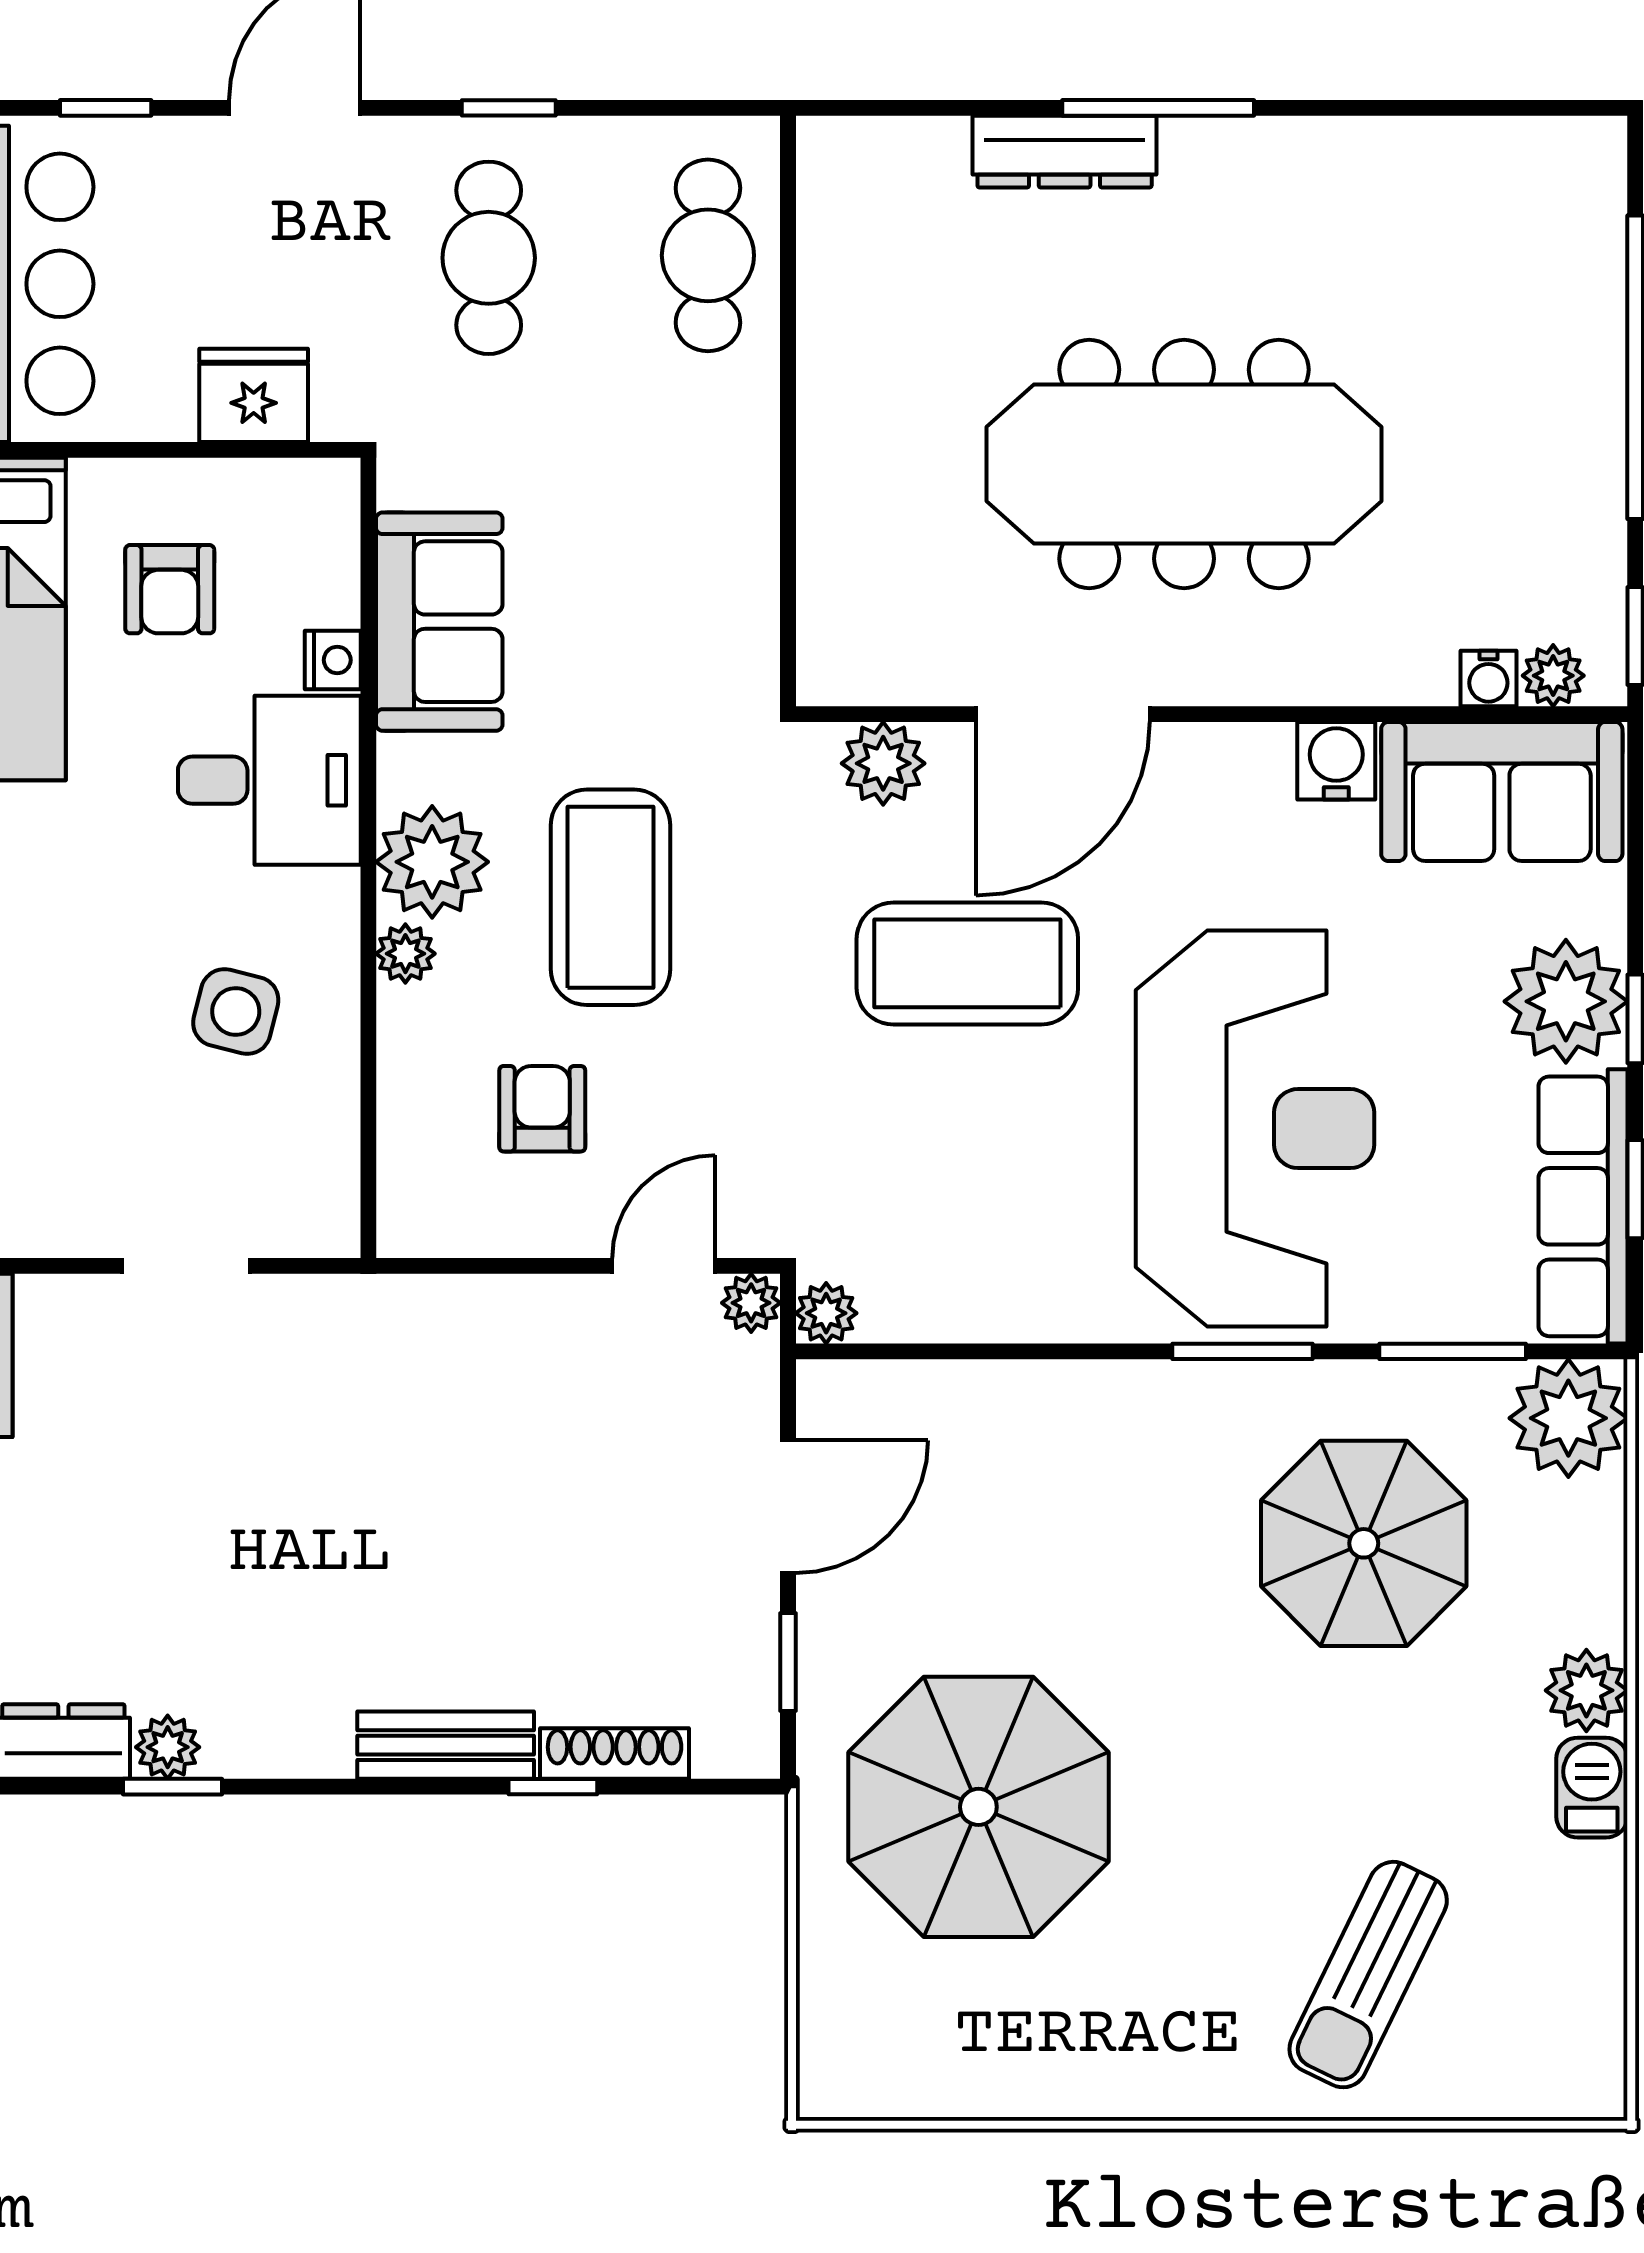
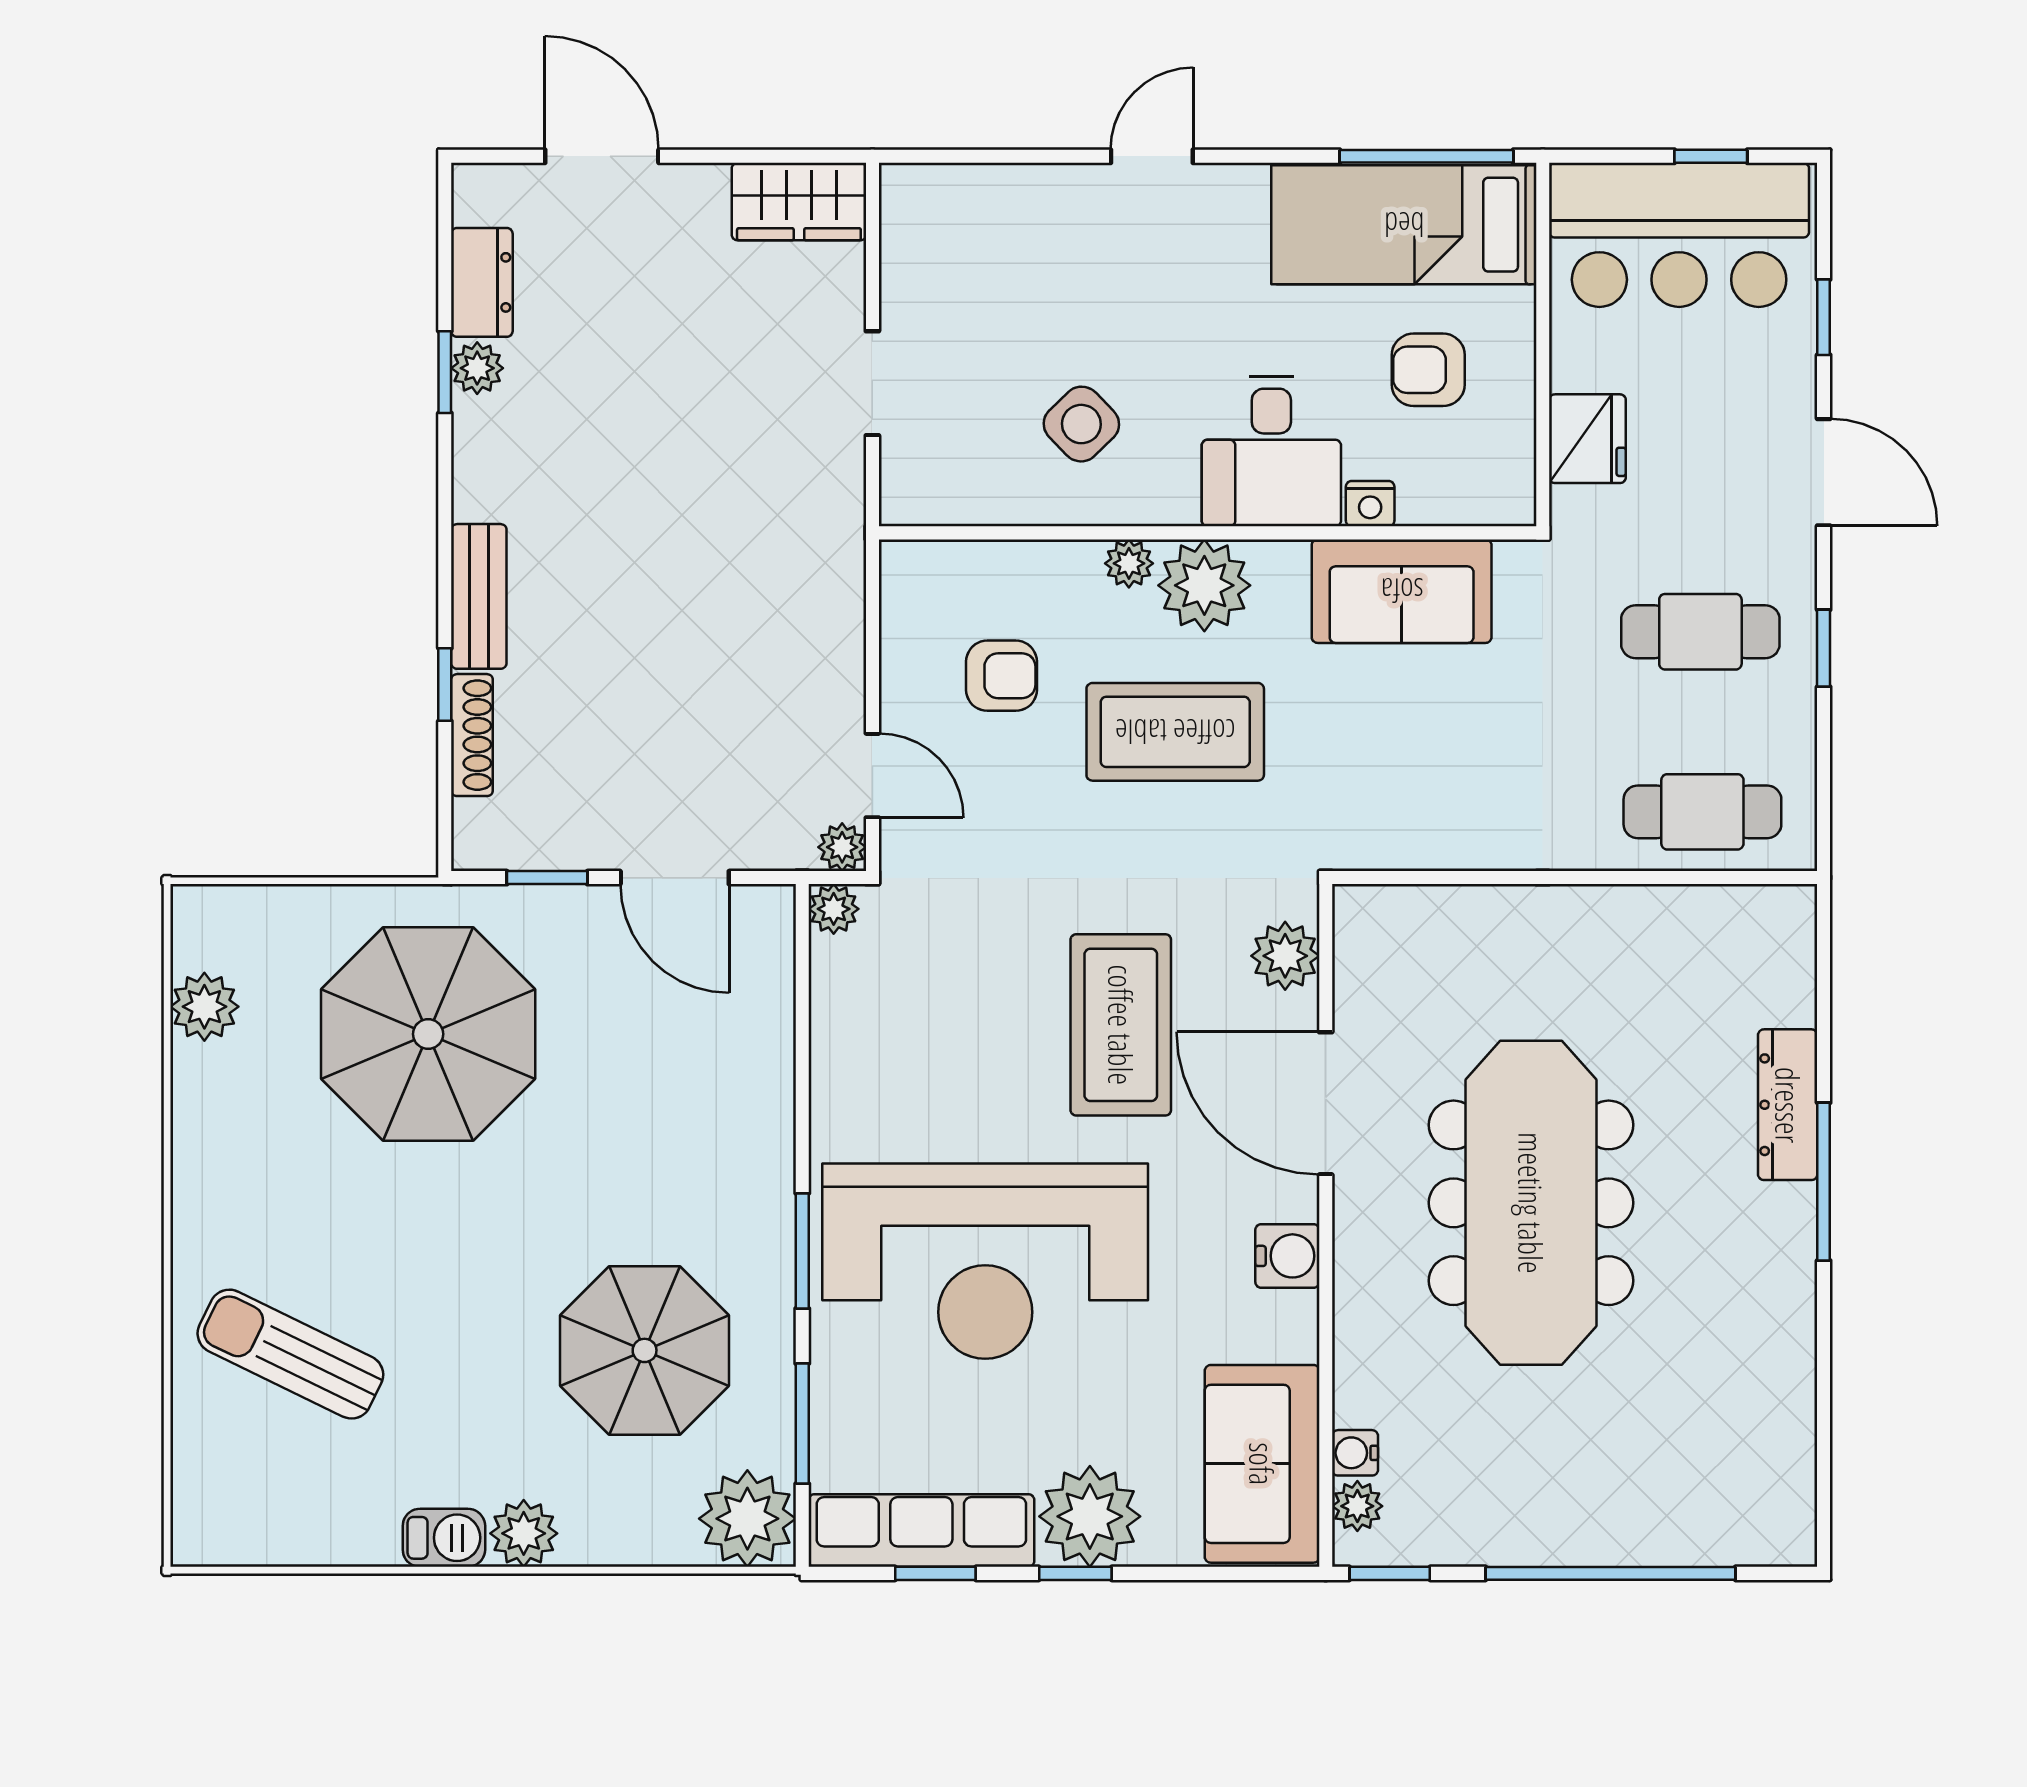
water cooler: (1336, 761) -> (1287, 1256), moved
side table: (236, 1012) -> (1081, 424), turned 32
plant: (945, 2079) -> (204, 1007), added

